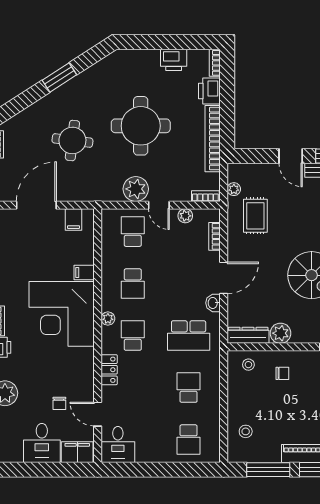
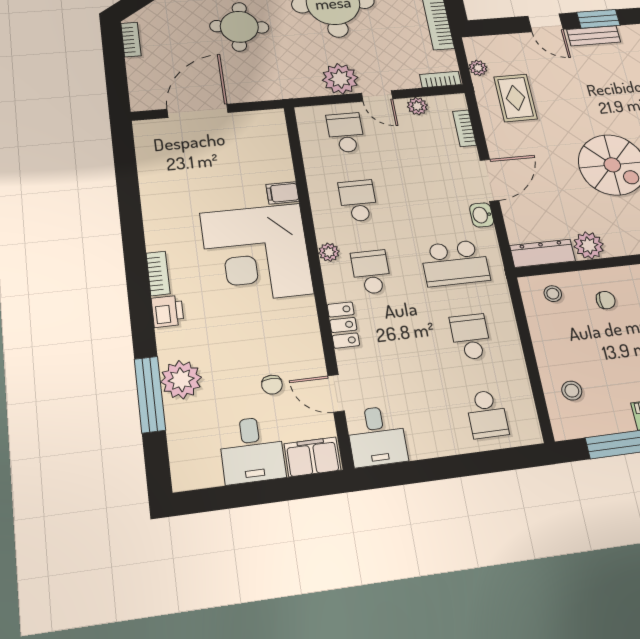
filing cabinet: (74, 219) -> (256, 125), removed
school desk: (133, 284) -> (358, 201), turned 180

